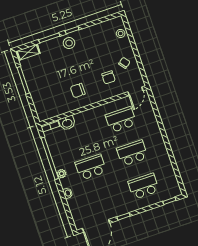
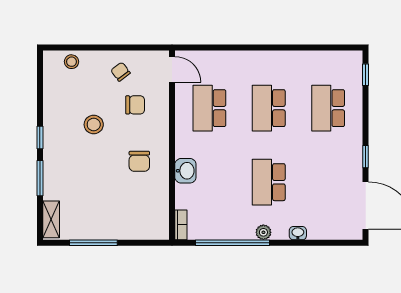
stool: (69, 43) -> (94, 125), moved
washbasin: (67, 123) -> (185, 171), moved

